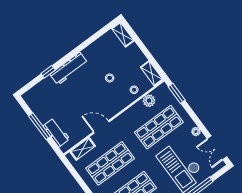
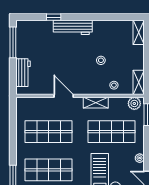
plant: (149, 101) -> (134, 103), moved
window: (40, 126) -> (13, 42), moved
shelving: (83, 149) -> (96, 103), moved

